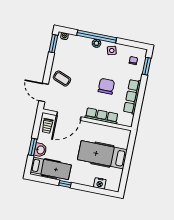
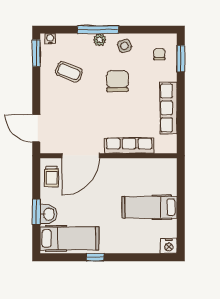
window: (97, 36) -> (98, 30), width x0.68
coffee table: (62, 79) -> (69, 72), moved
chair: (106, 86) -> (117, 81), moved
hospital bed: (102, 155) -> (150, 207), width x0.73, depth x0.78
nightstand: (100, 183) -> (169, 246), moved

